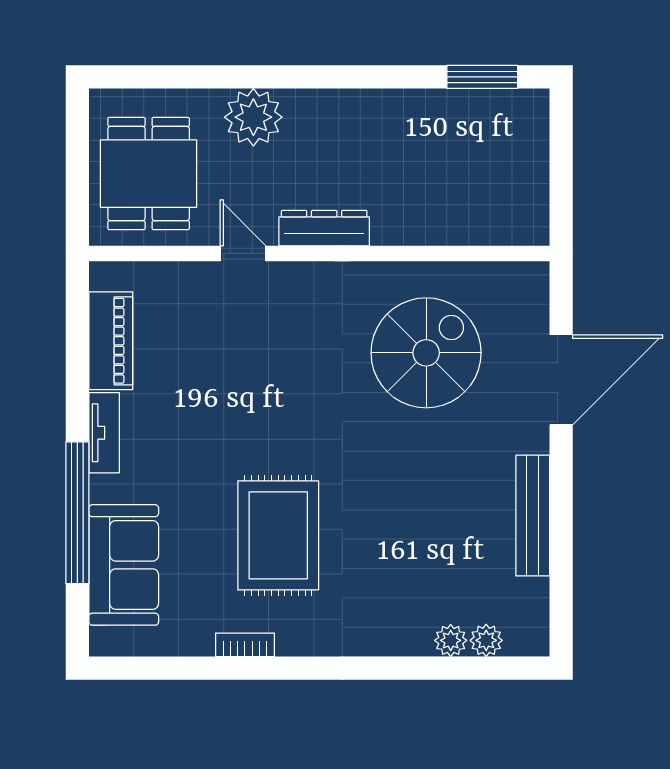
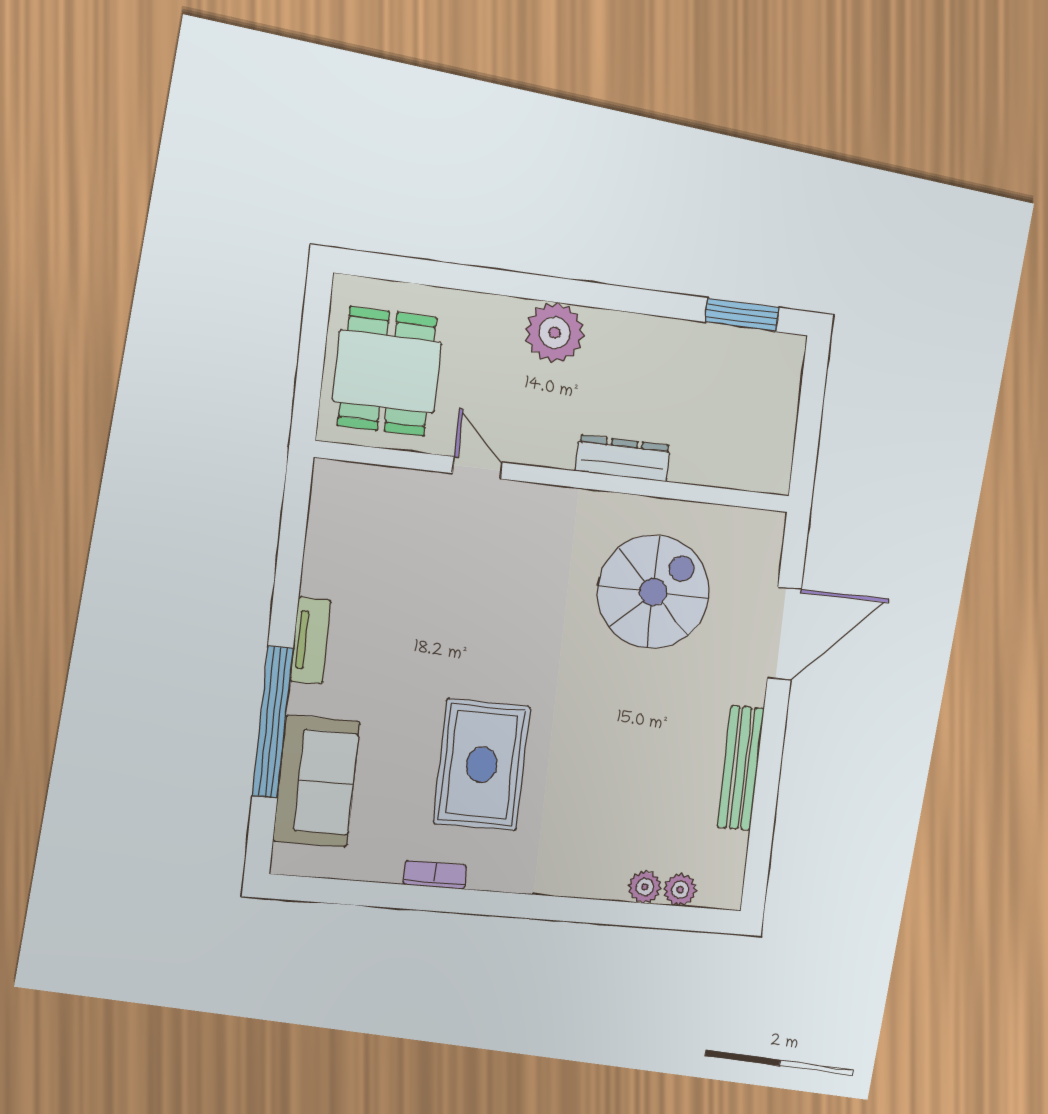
plant: (253, 117) -> (555, 333), moved
dresser: (324, 228) -> (623, 458), moved
piano: (111, 341) -> (328, 544), removed

